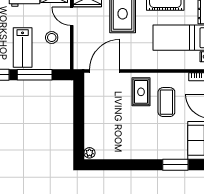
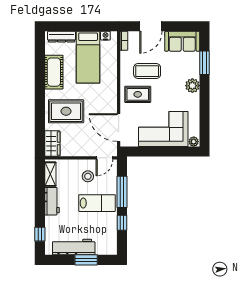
door: (72, 16) -> (104, 158), moved
corner sofa: (103, 120) -> (163, 129), added
plant: (151, 151) -> (192, 86), added

